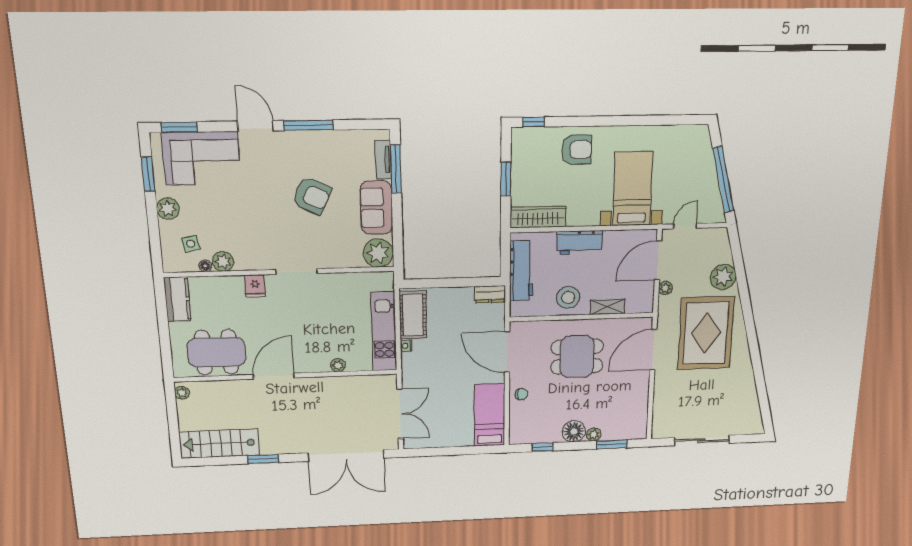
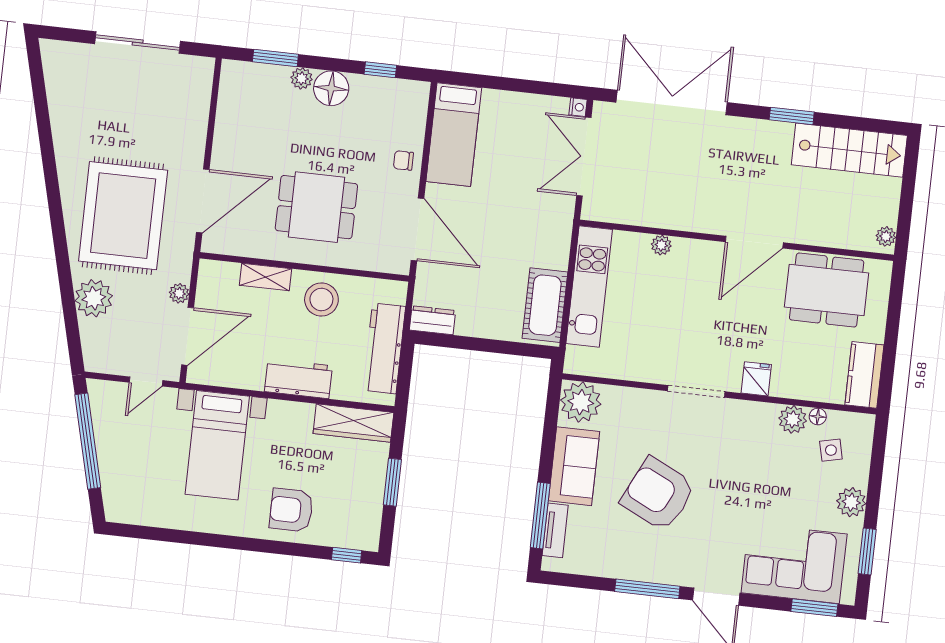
armchair: (312, 196) -> (658, 494), width x1.36, depth x1.36
nightstand: (406, 346) -> (578, 107), moved

